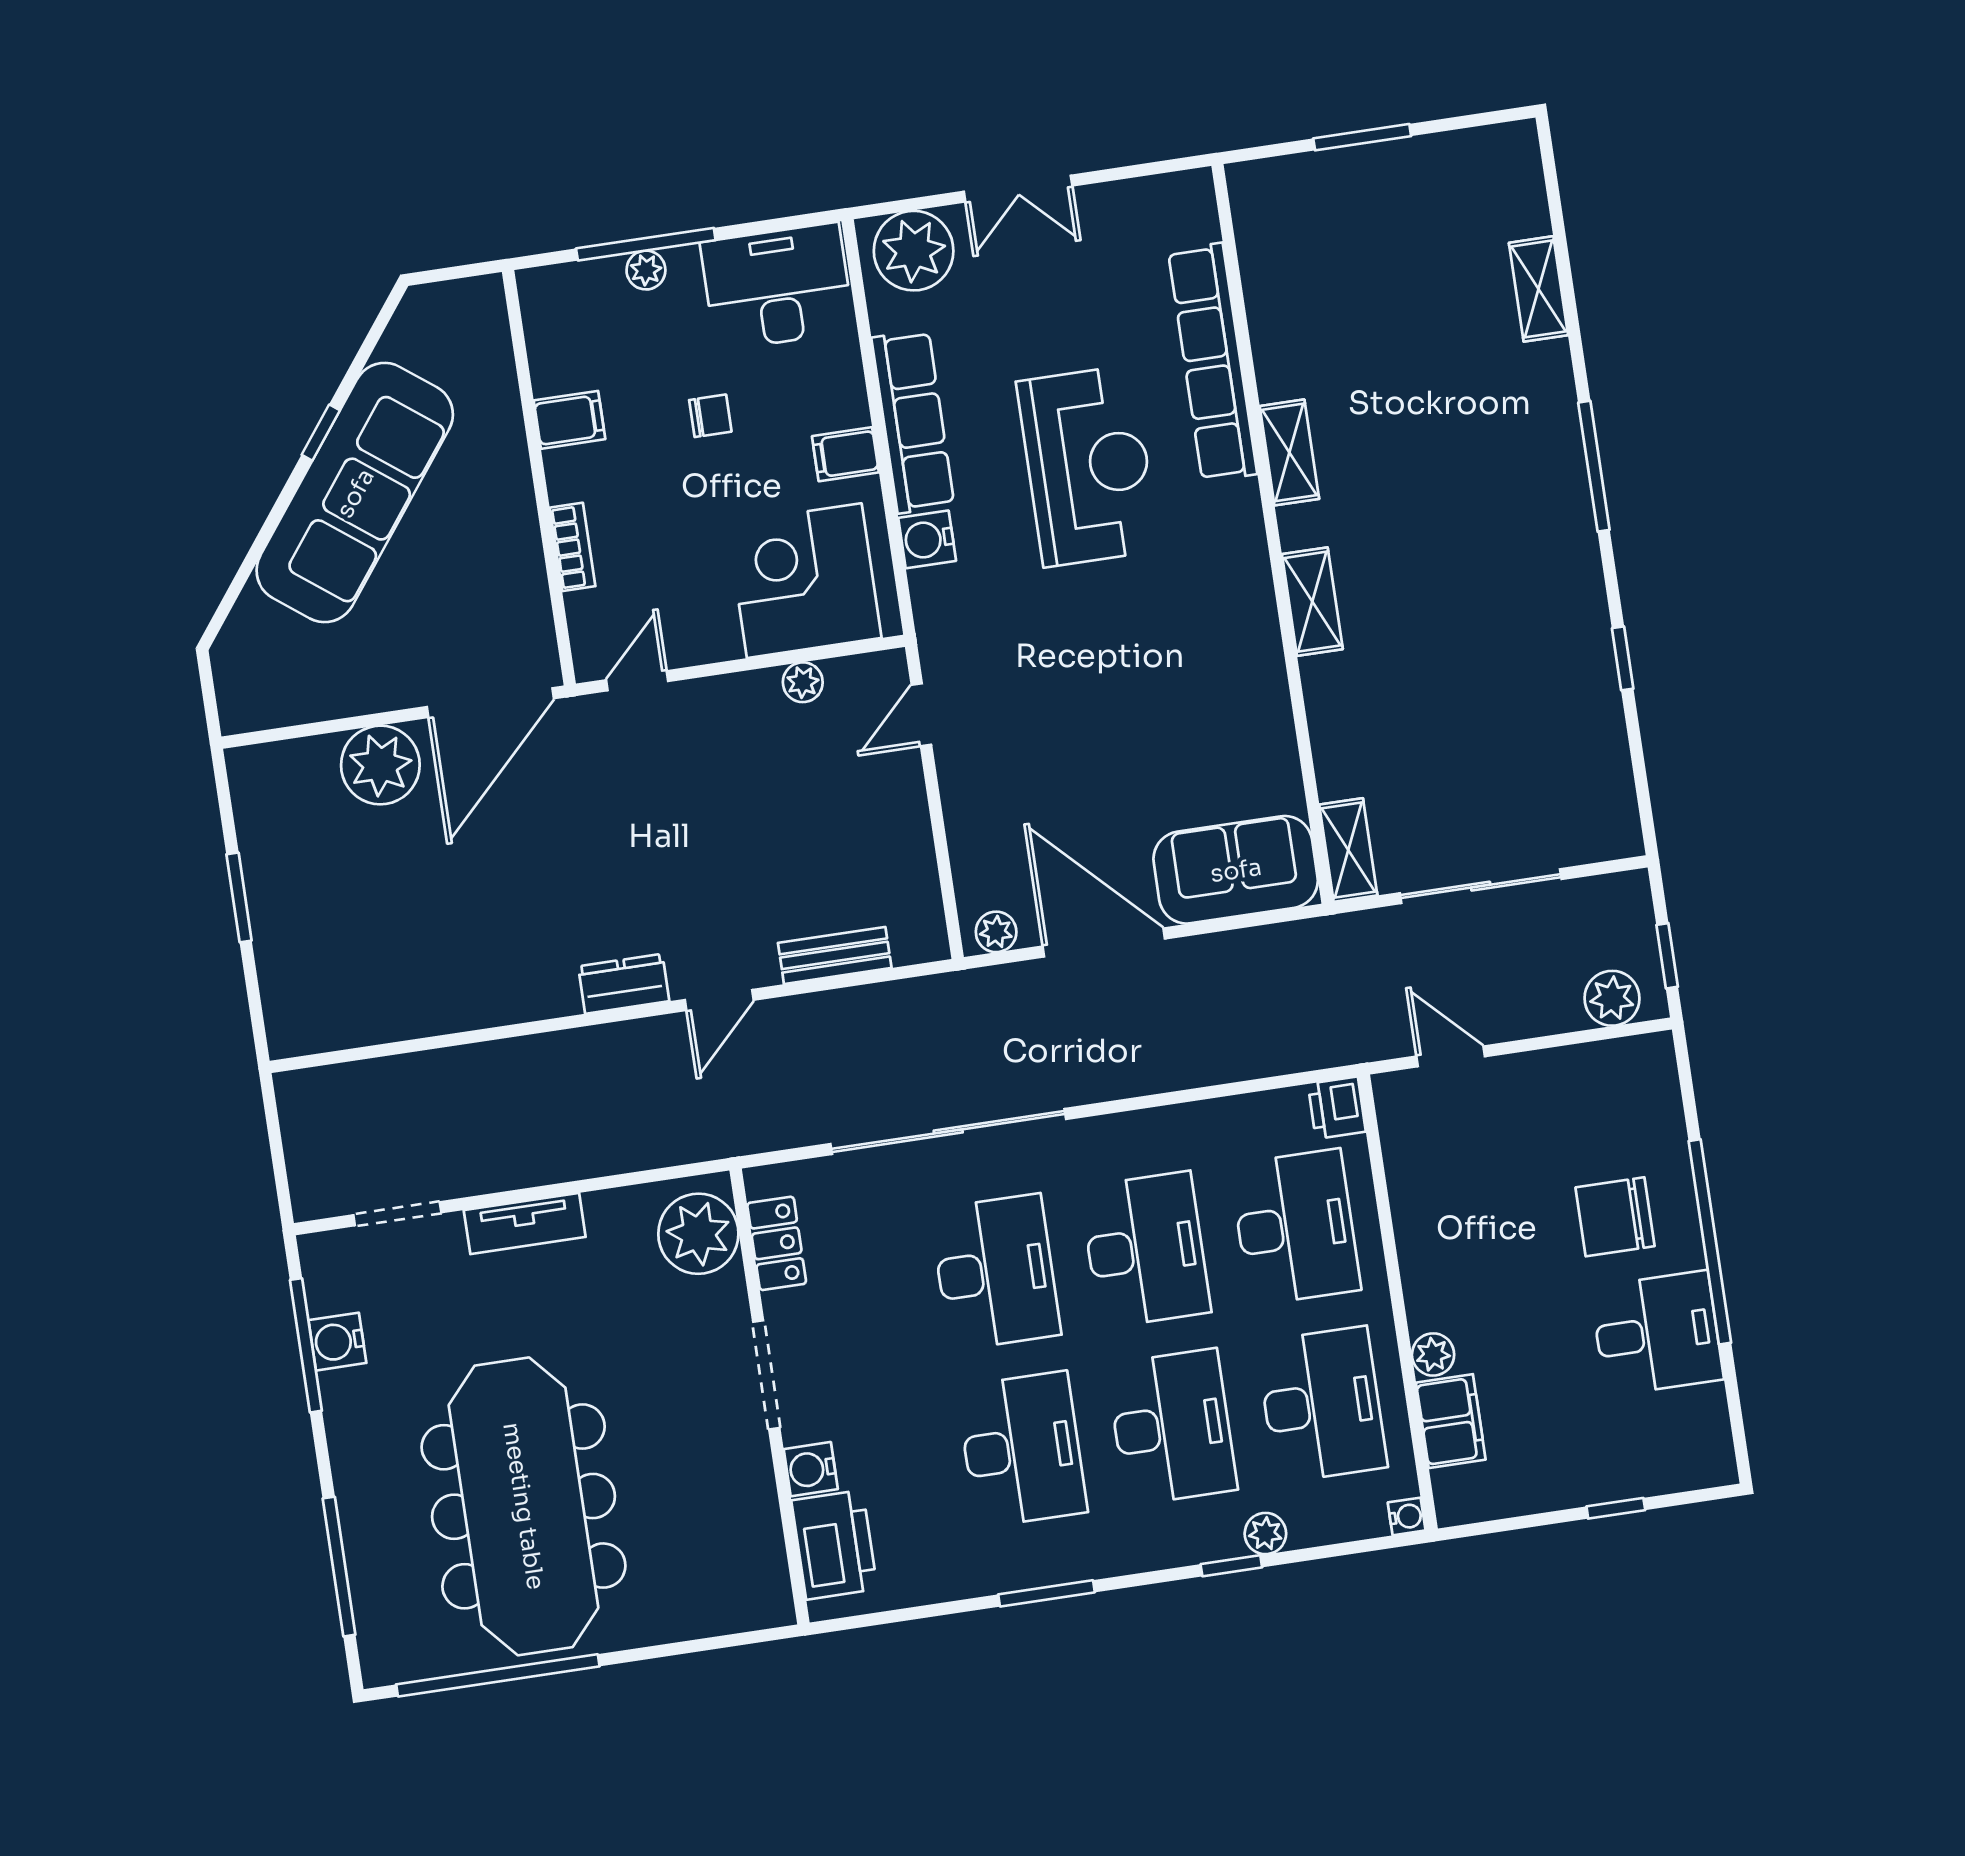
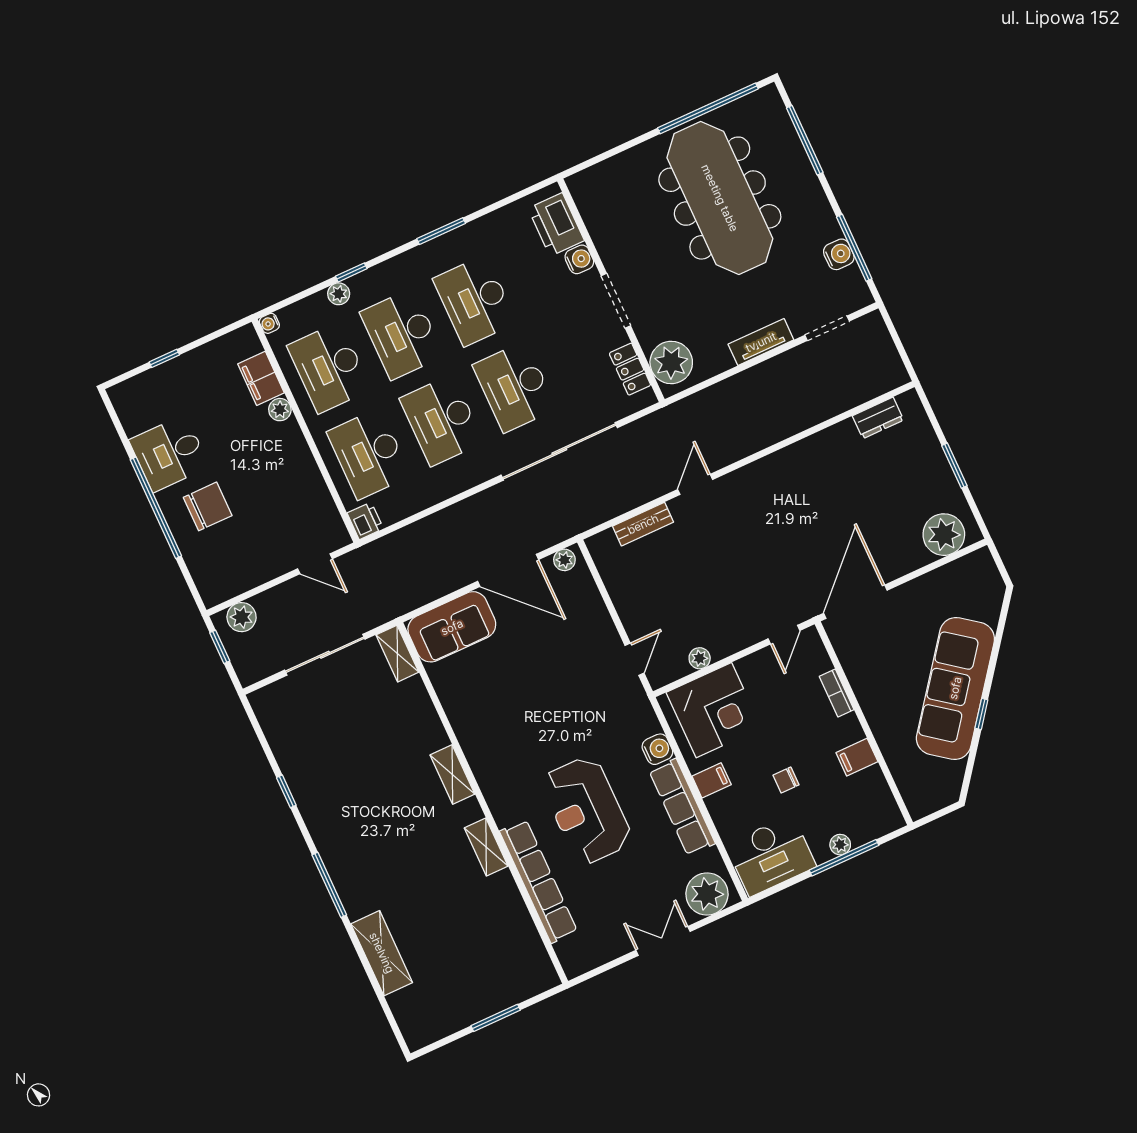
shelving: (1539, 289) -> (382, 953), width x1.50, depth x1.33
plant: (380, 765) -> (944, 535), moved
dresser: (624, 984) -> (878, 418), moved

